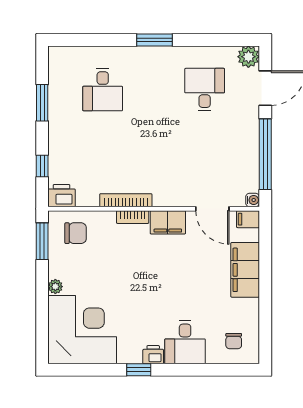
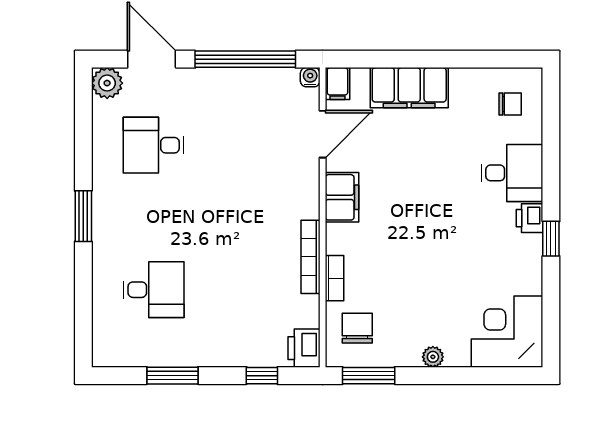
bookcase: (133, 217) -> (334, 278), moved
corner desk: (82, 330) -> (507, 332), width x0.74, depth x0.74

